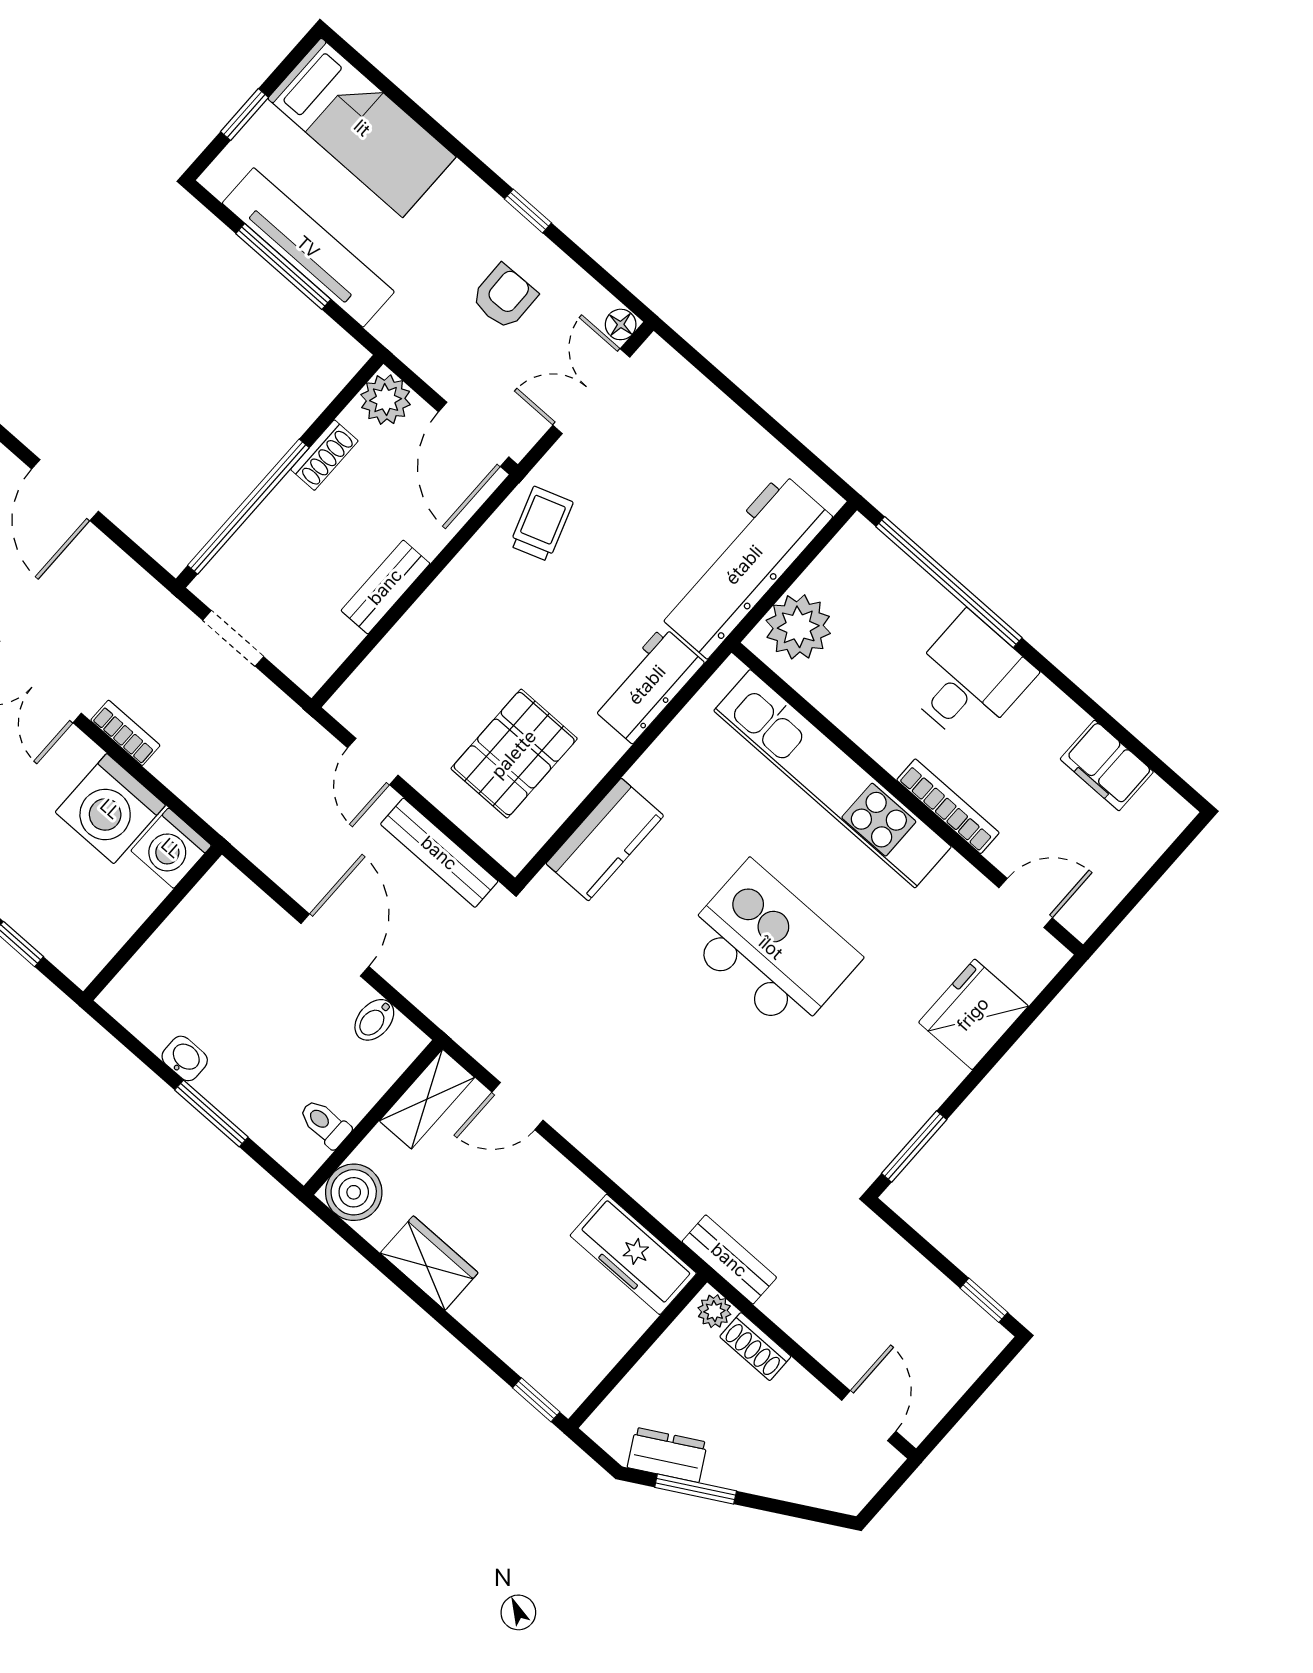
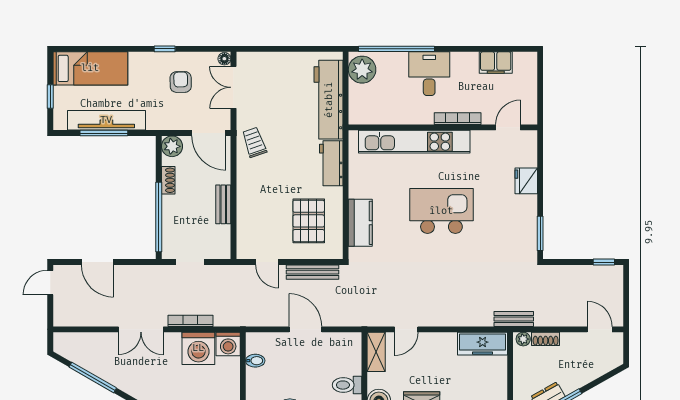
plant: (798, 627) -> (362, 70), moved
bookcase: (125, 733) -> (190, 321), width x1.56
fridge: (973, 1014) -> (526, 181), width x0.73, depth x0.75
bidet: (374, 1020) -> (255, 361), moved, turned -90
toilet: (325, 1123) -> (347, 385), width x1.37, depth x1.39

